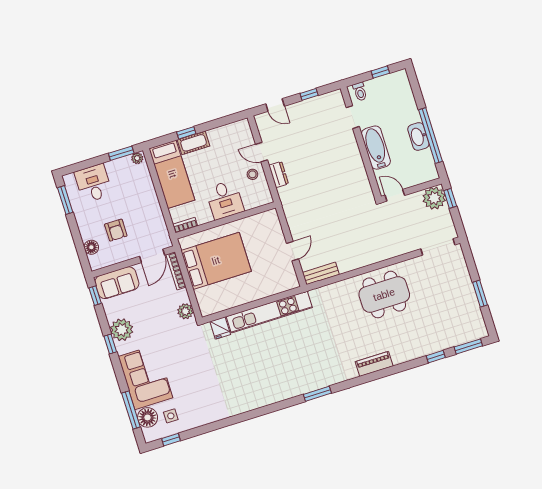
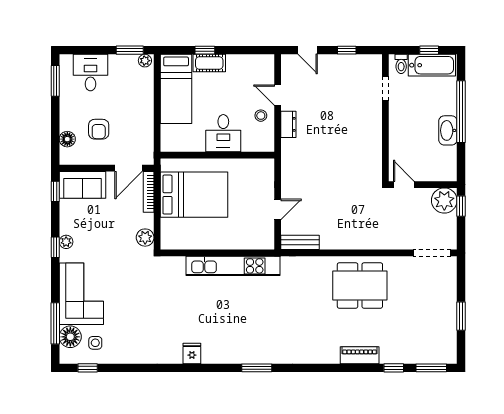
window: (431, 136) -> (461, 112), moved
bathtub: (376, 148) -> (432, 65), moved, turned 90
bookcase: (185, 225) -> (173, 147), removed
fridge: (220, 328) -> (192, 353), moved, turned 180
plant: (122, 330) -> (66, 242), width x0.53, depth x0.53
piano: (374, 364) -> (360, 355), moved

